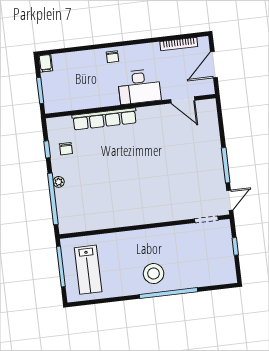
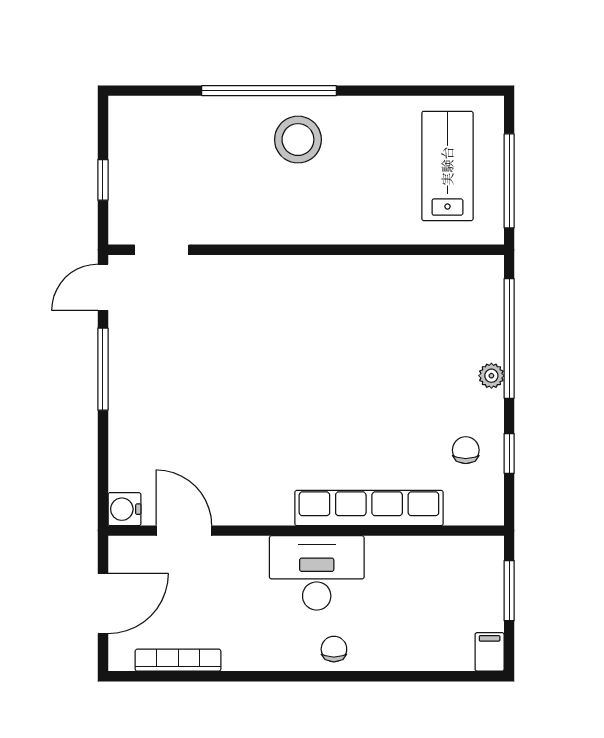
desk: (139, 87) -> (317, 573), moved
water cooler: (209, 106) -> (124, 509), added

